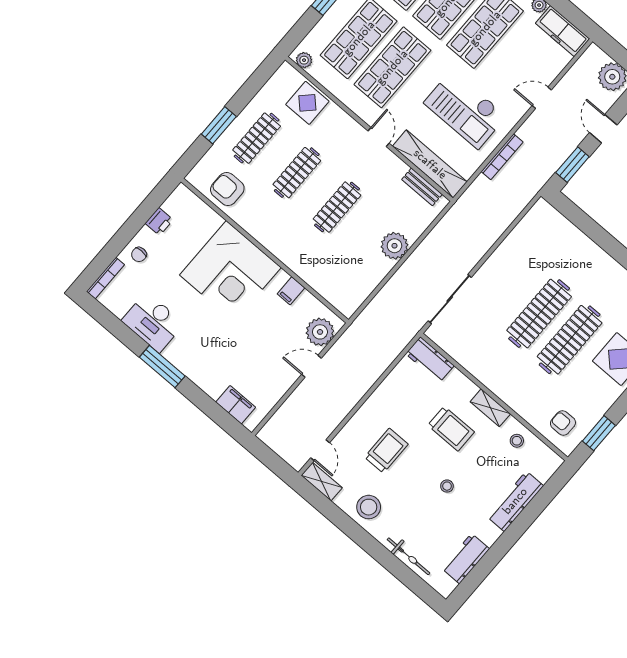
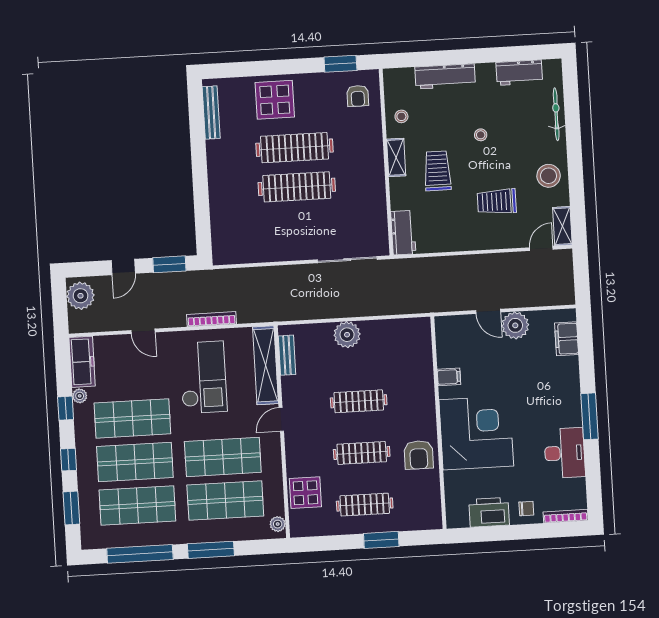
armchair: (227, 189) -> (419, 455), moved
printer: (159, 221) -> (489, 512), width x1.87, depth x1.48
plant: (320, 332) -> (515, 325), moved

